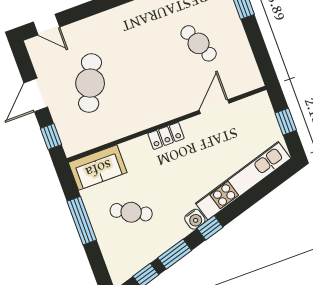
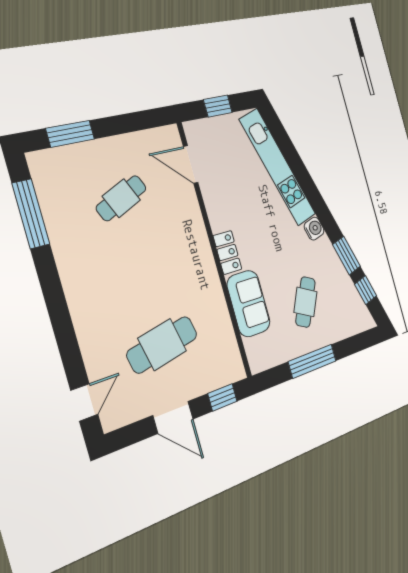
cafe table: (90, 83) -> (162, 345), turned -36
door: (214, 107) -> (191, 164), moved
sofa: (98, 168) -> (249, 304), moved
window: (210, 228) -> (323, 212), removed

